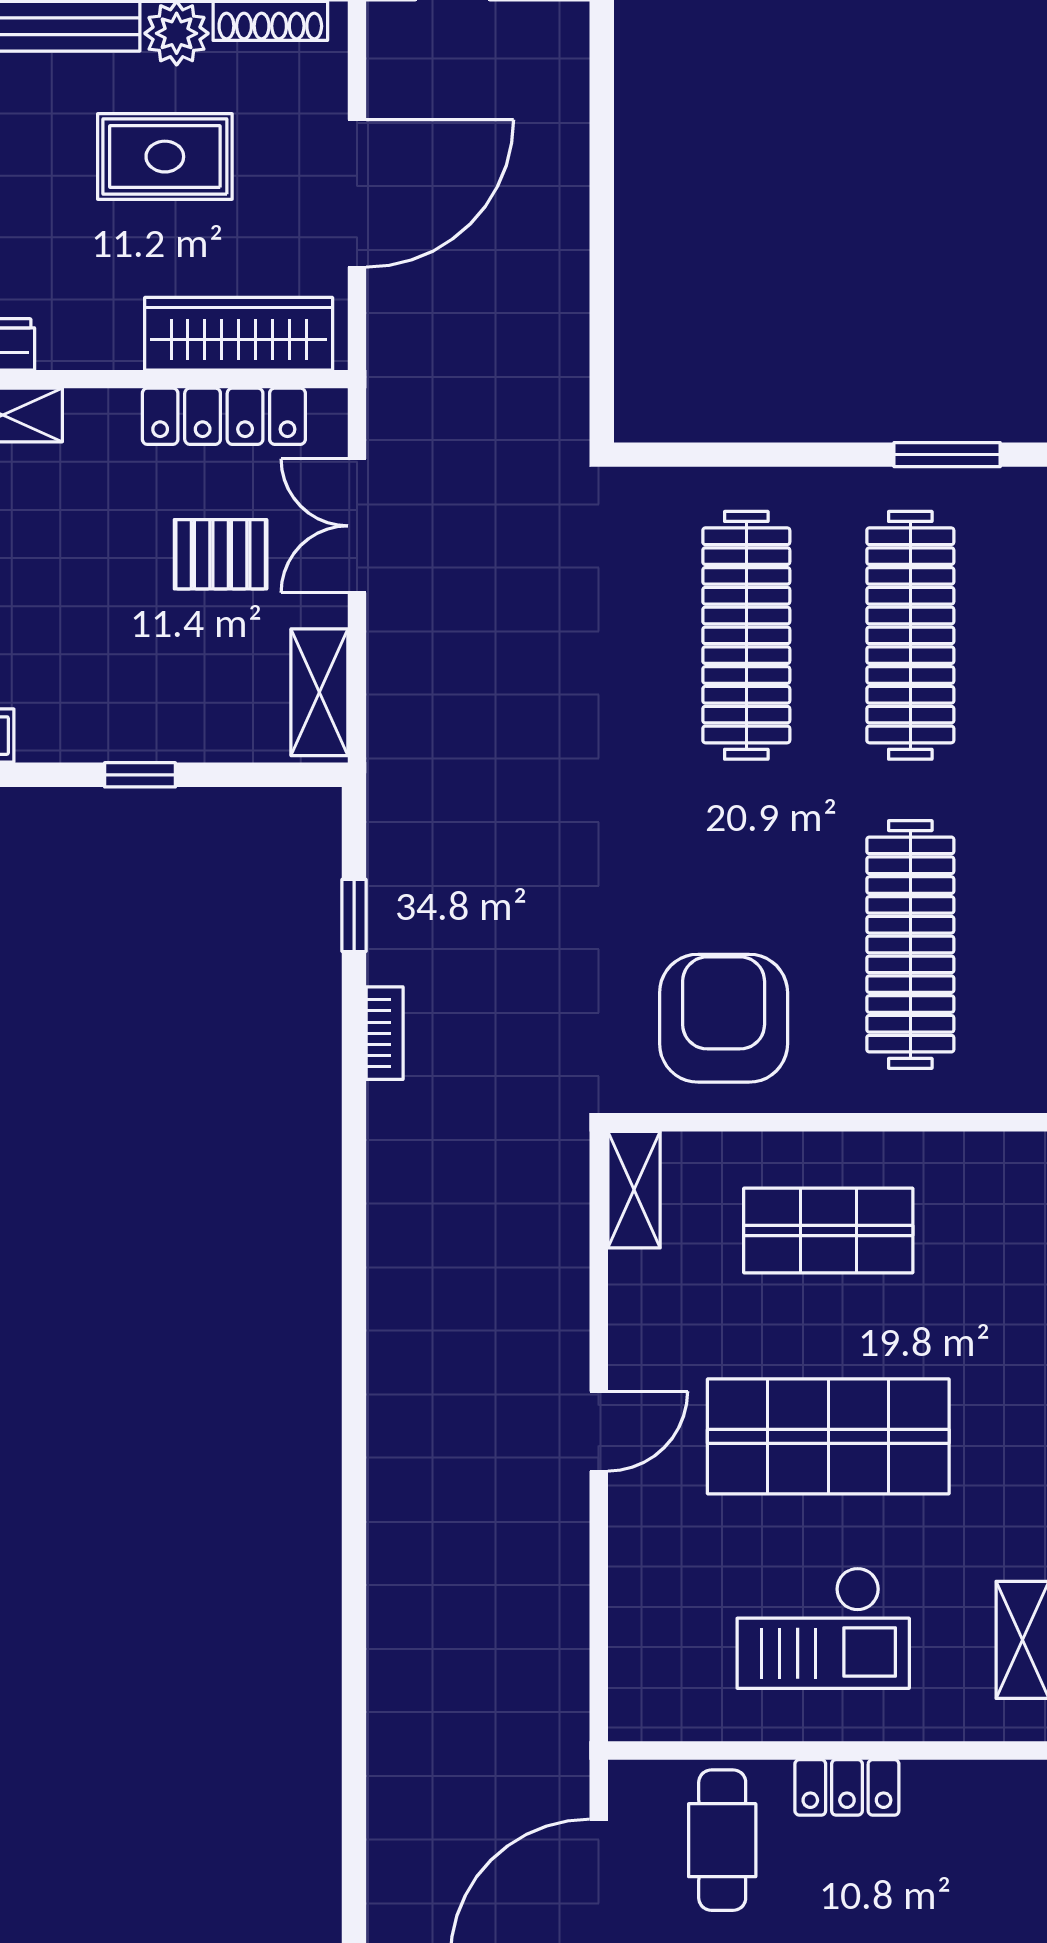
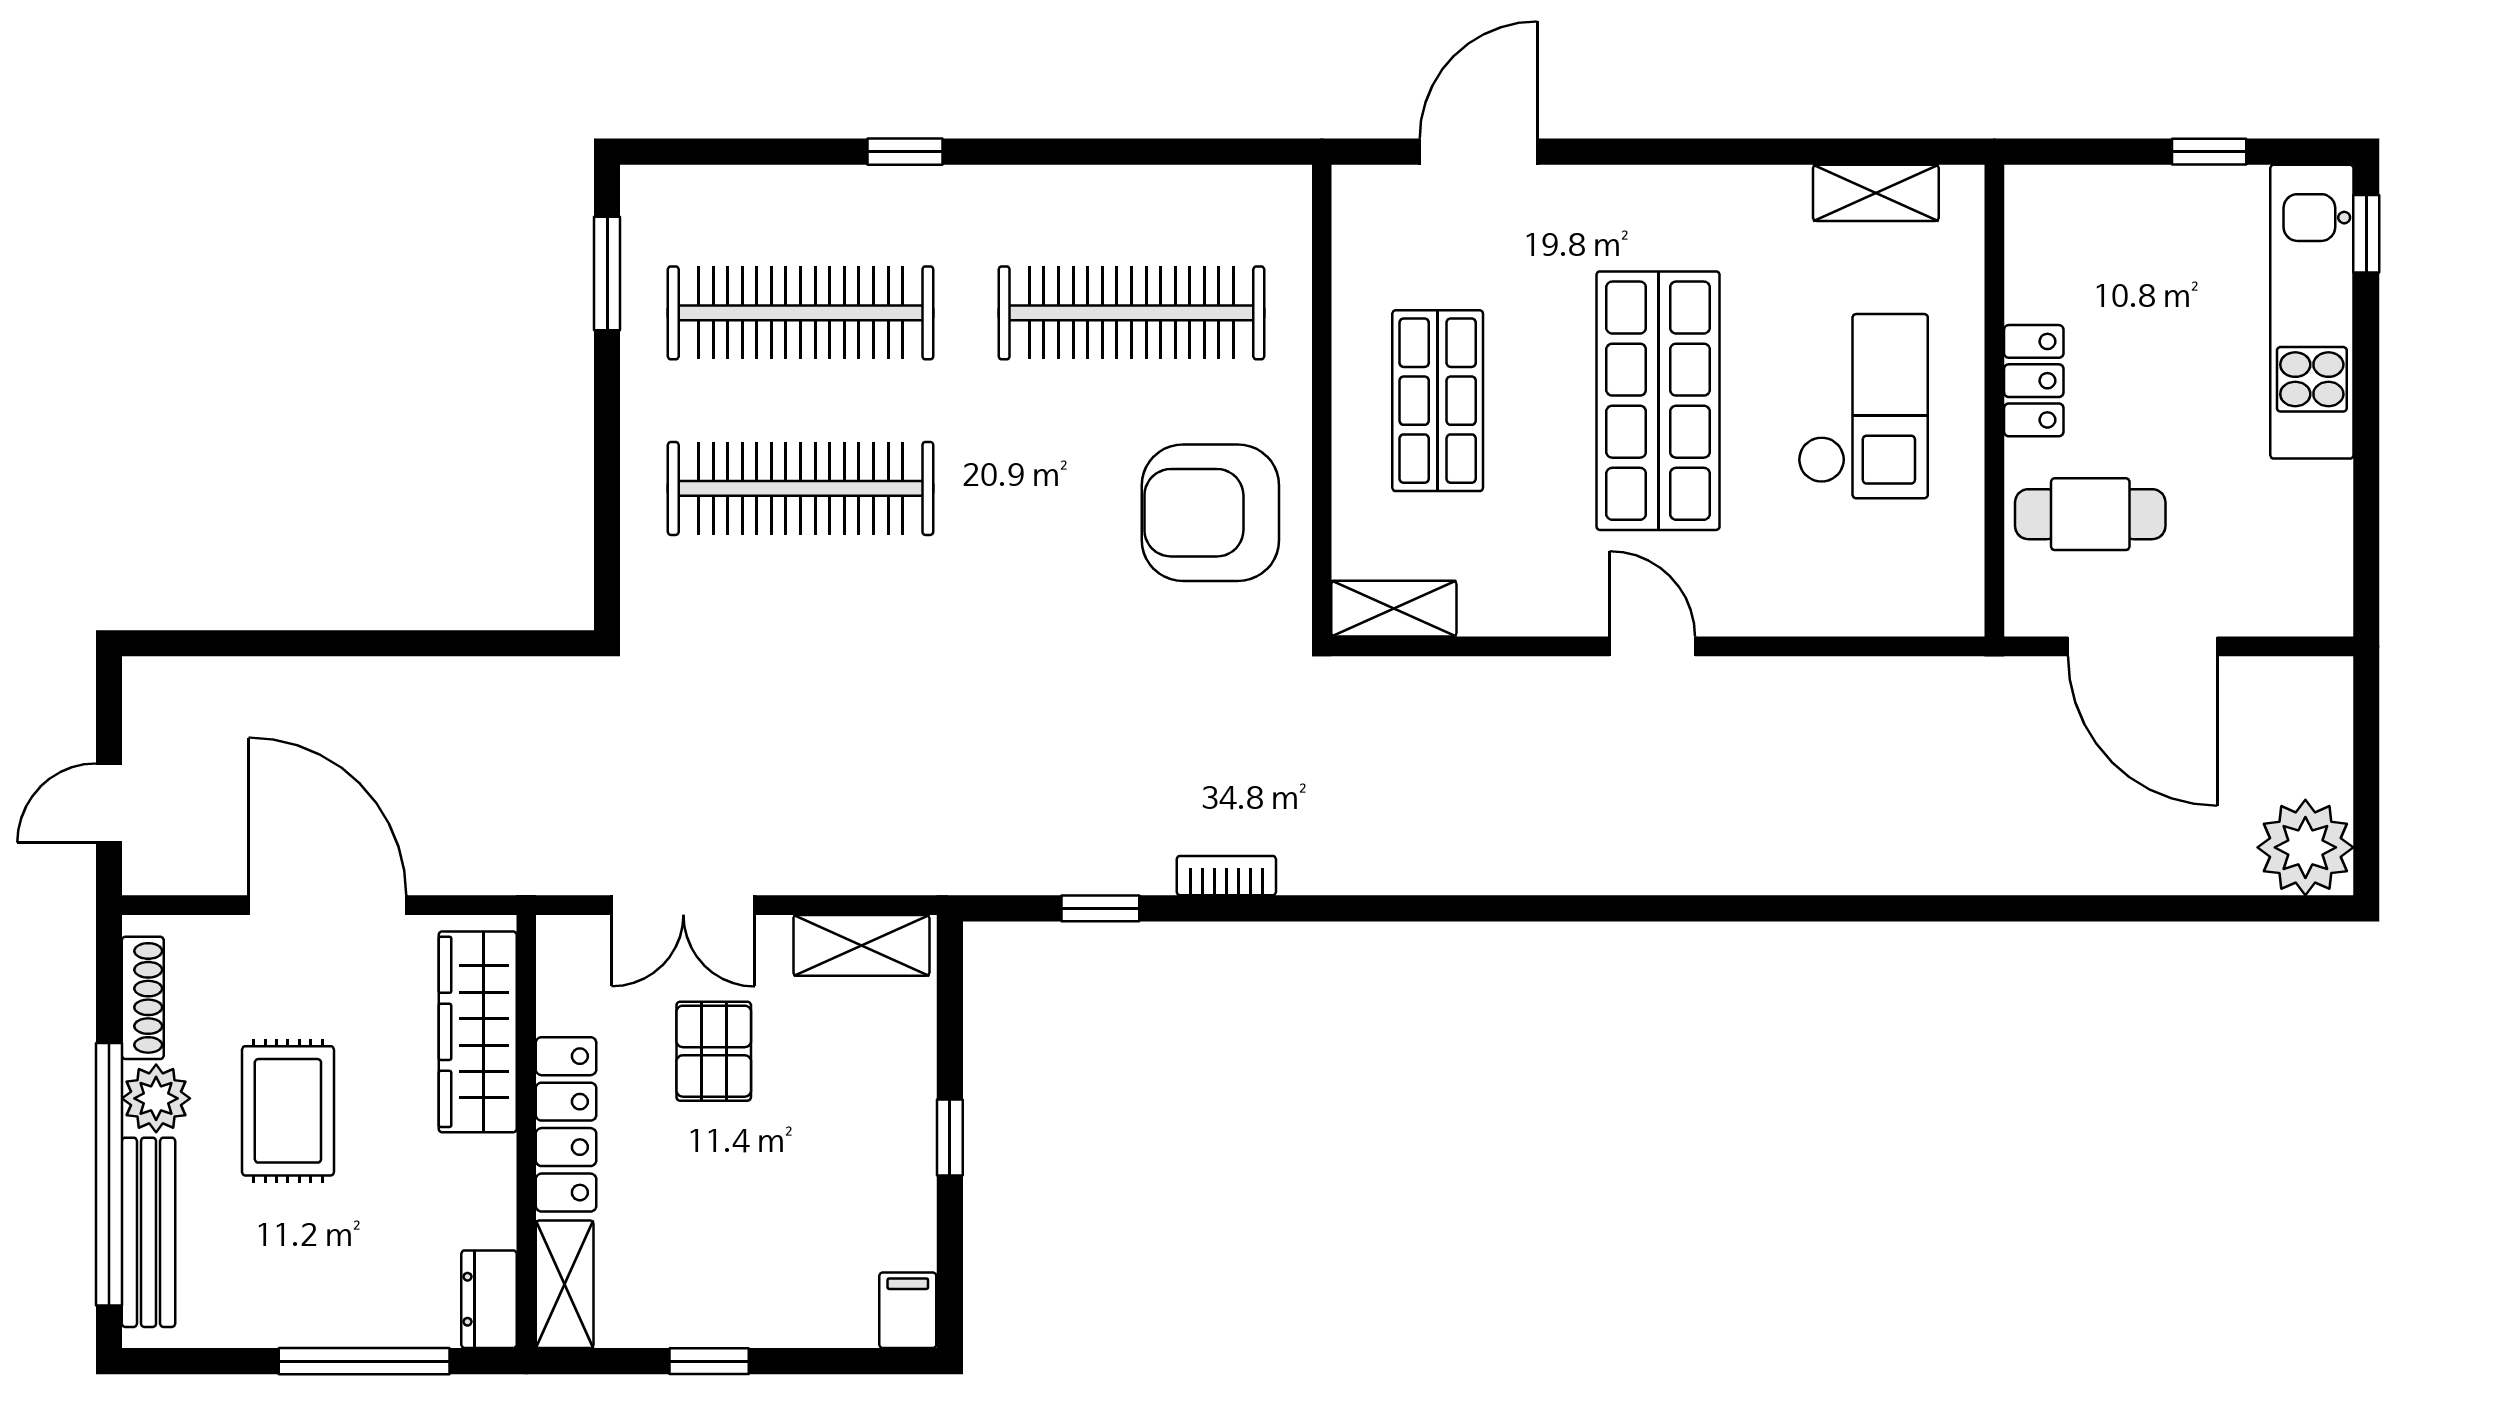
locker: (224, 416) -> (566, 1124), moved

